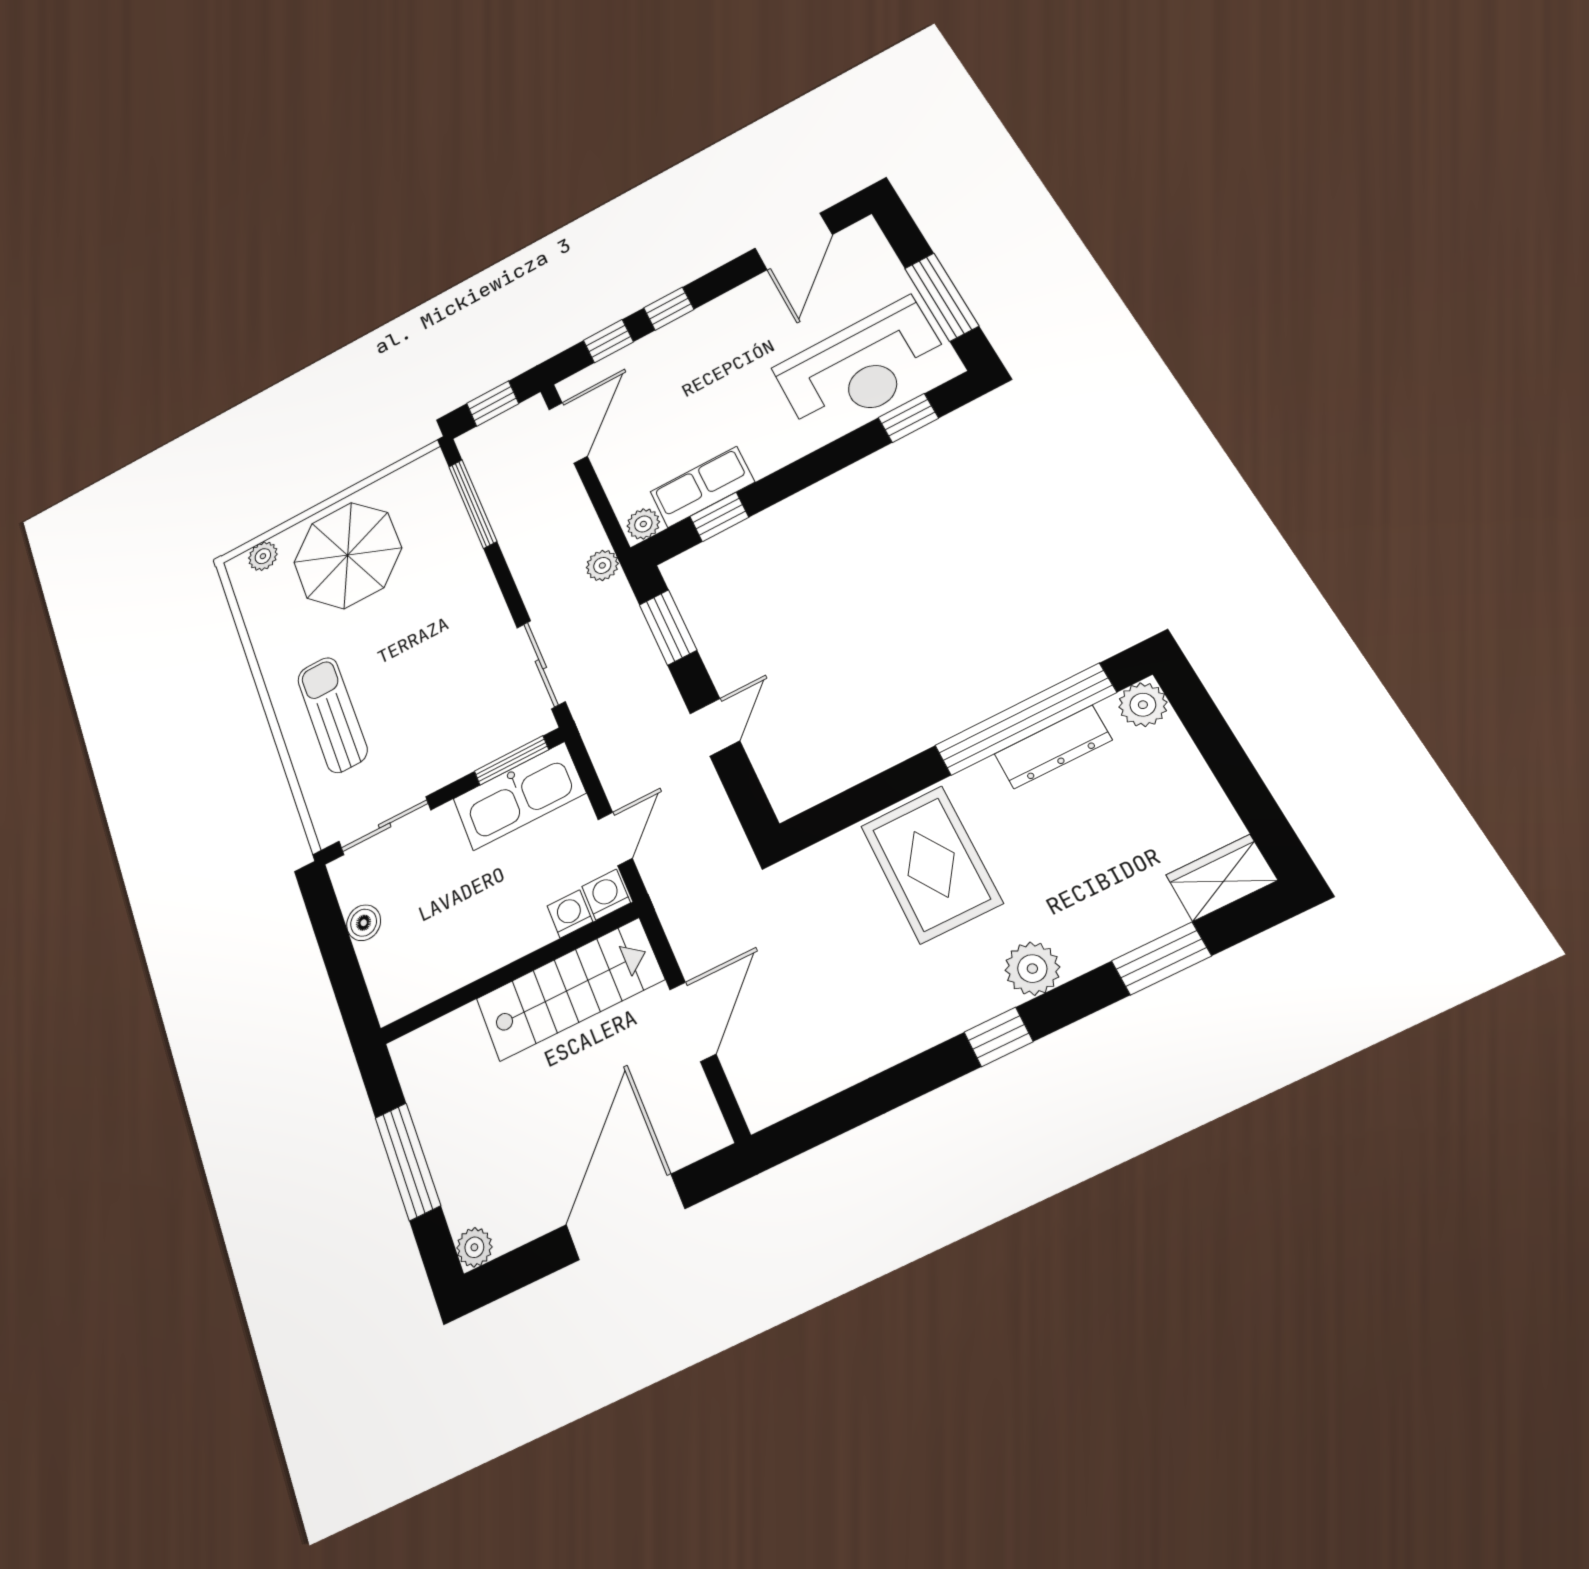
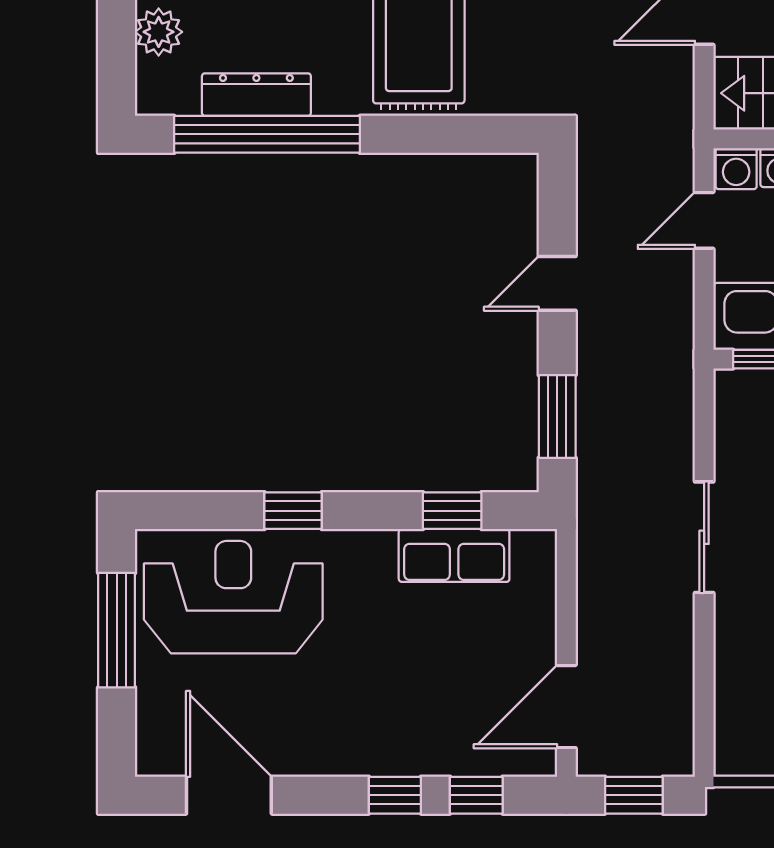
door: (793, 241) -> (229, 795), hinge flipped
window: (908, 418) -> (293, 511), moved
window: (473, 504) -> (704, 682), removed
plant: (643, 524) -> (533, 548), removed
plant: (602, 565) -> (595, 525), removed
sliding door: (541, 664) -> (704, 537), moved
plant: (1143, 705) -> (159, 32), moved

